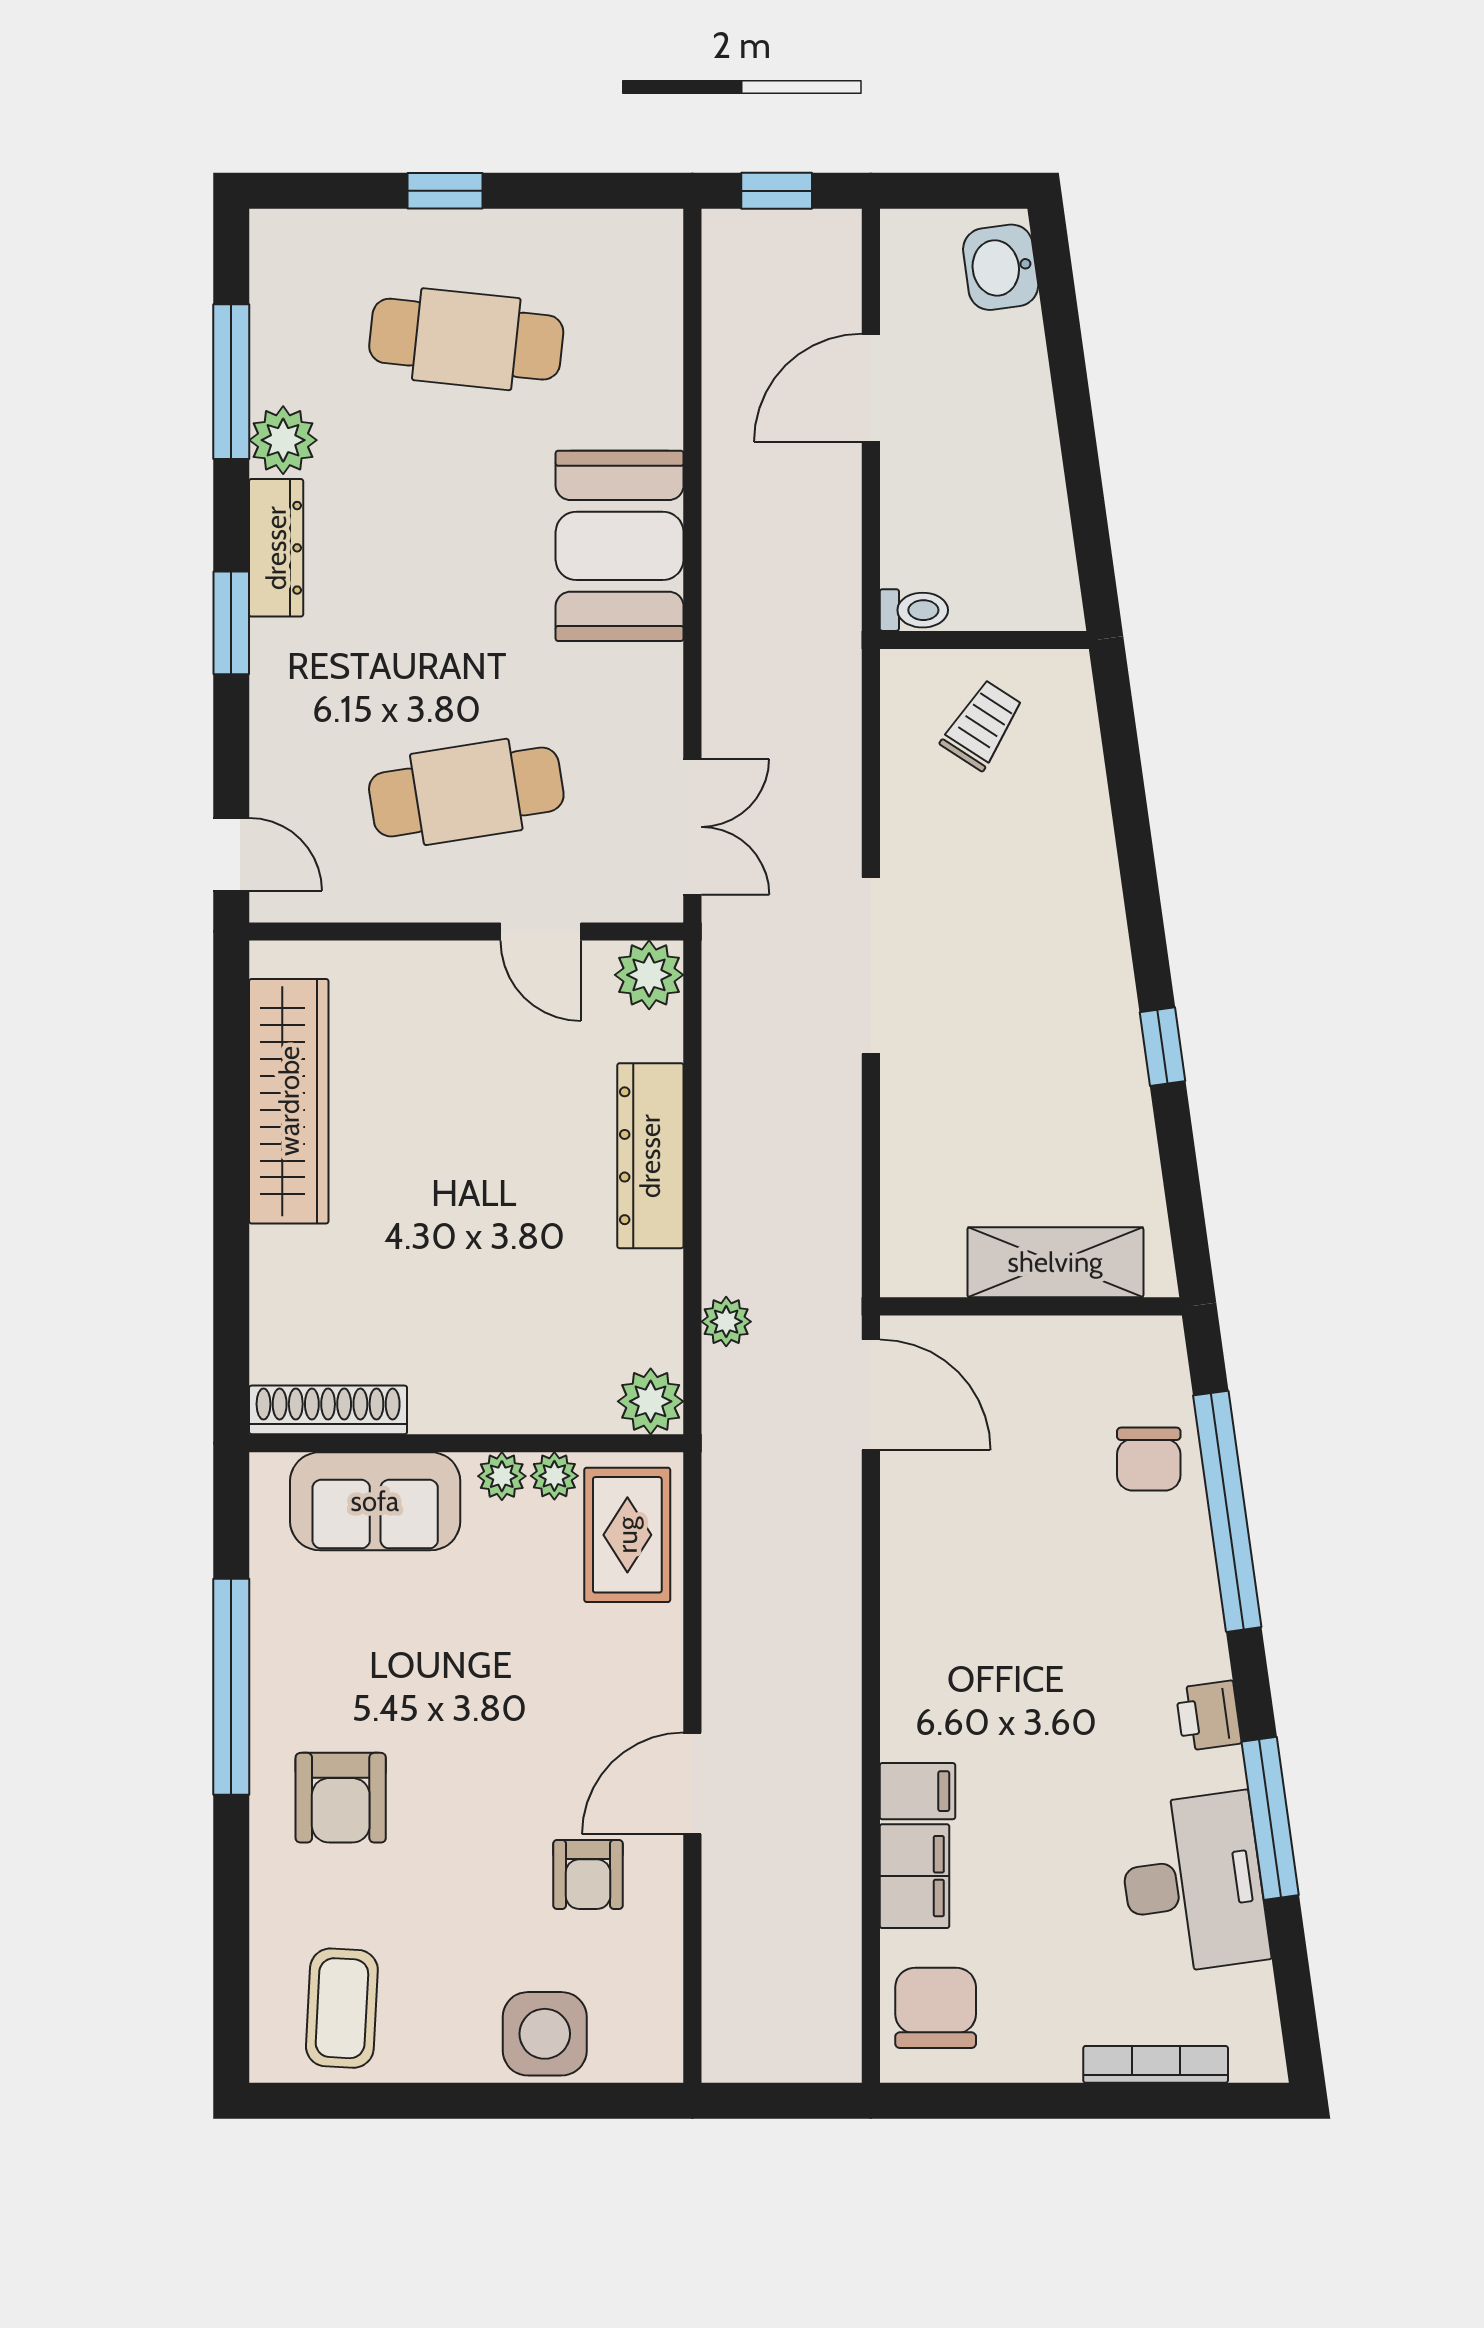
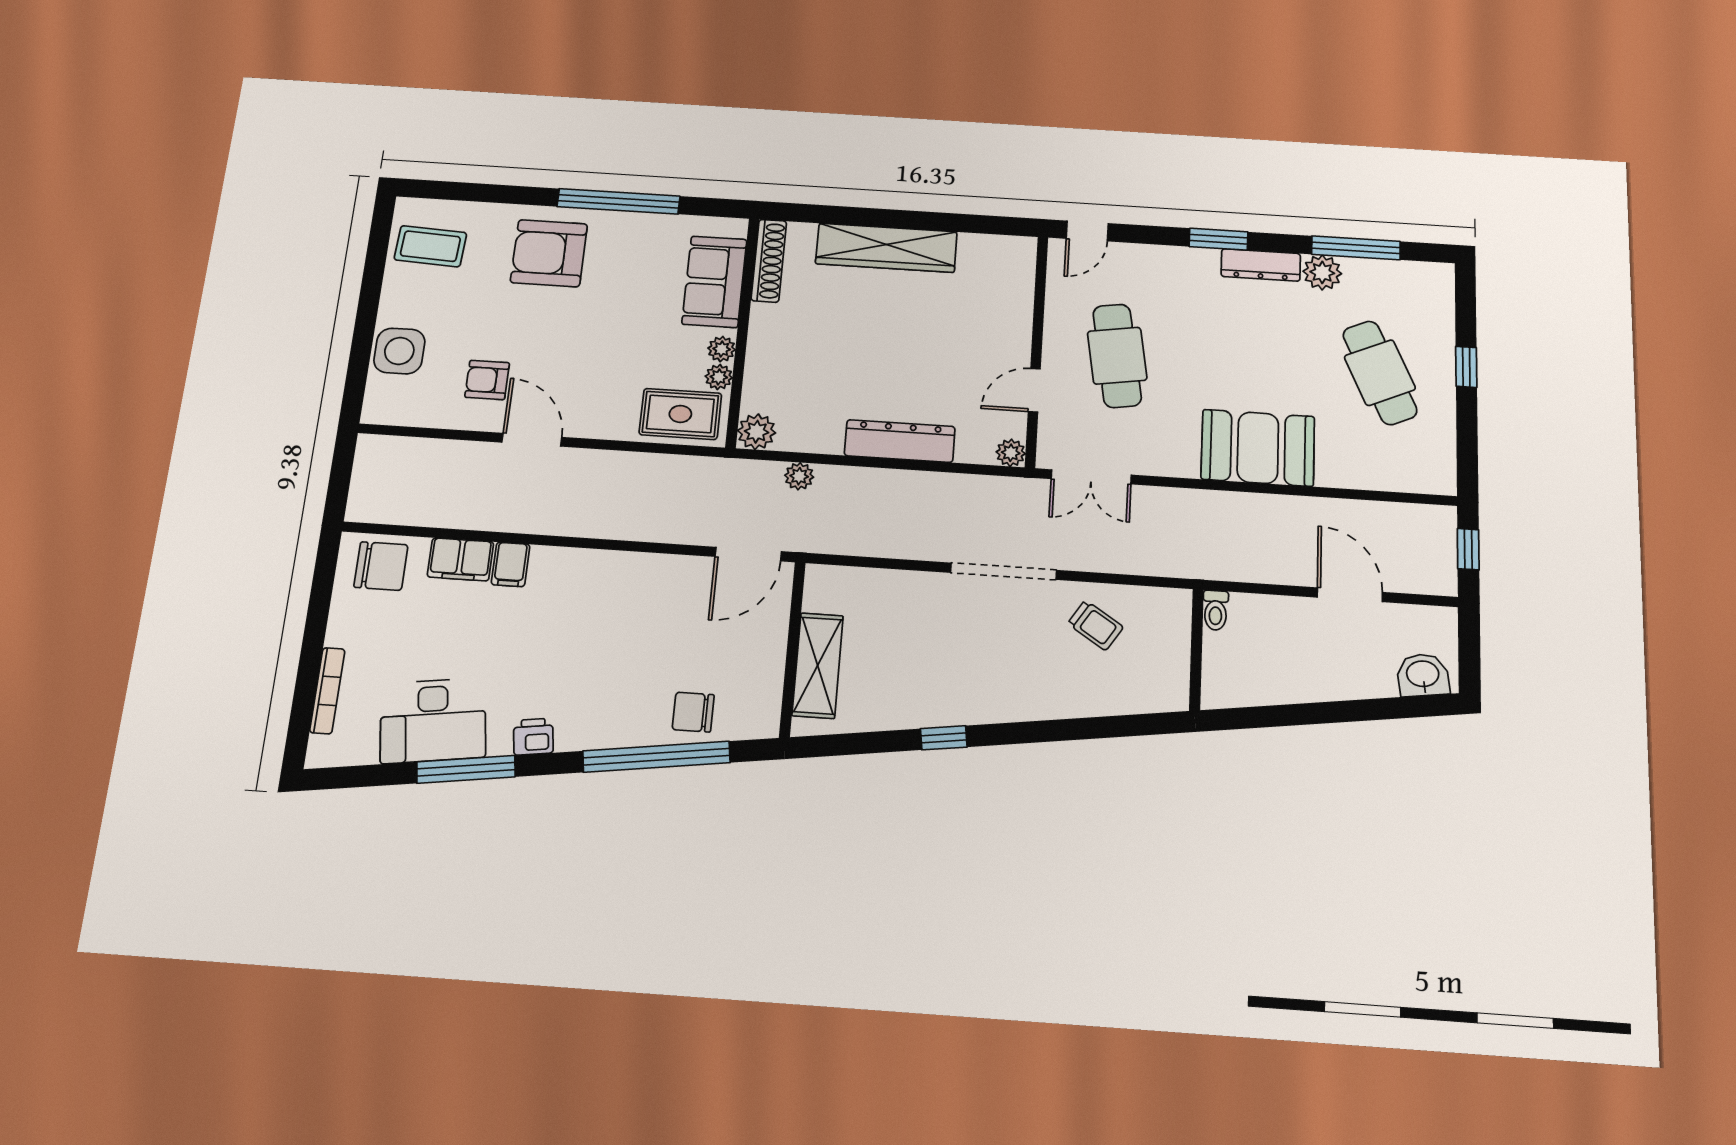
cafe table: (466, 339) -> (1380, 373), turned -30
trolley: (982, 725) -> (1095, 625), moved
plant: (649, 975) -> (1011, 453), width x0.73, depth x0.73
wardrobe: (289, 1101) -> (886, 248), moved
armchair: (341, 1798) -> (549, 253), width x1.36, depth x1.36

